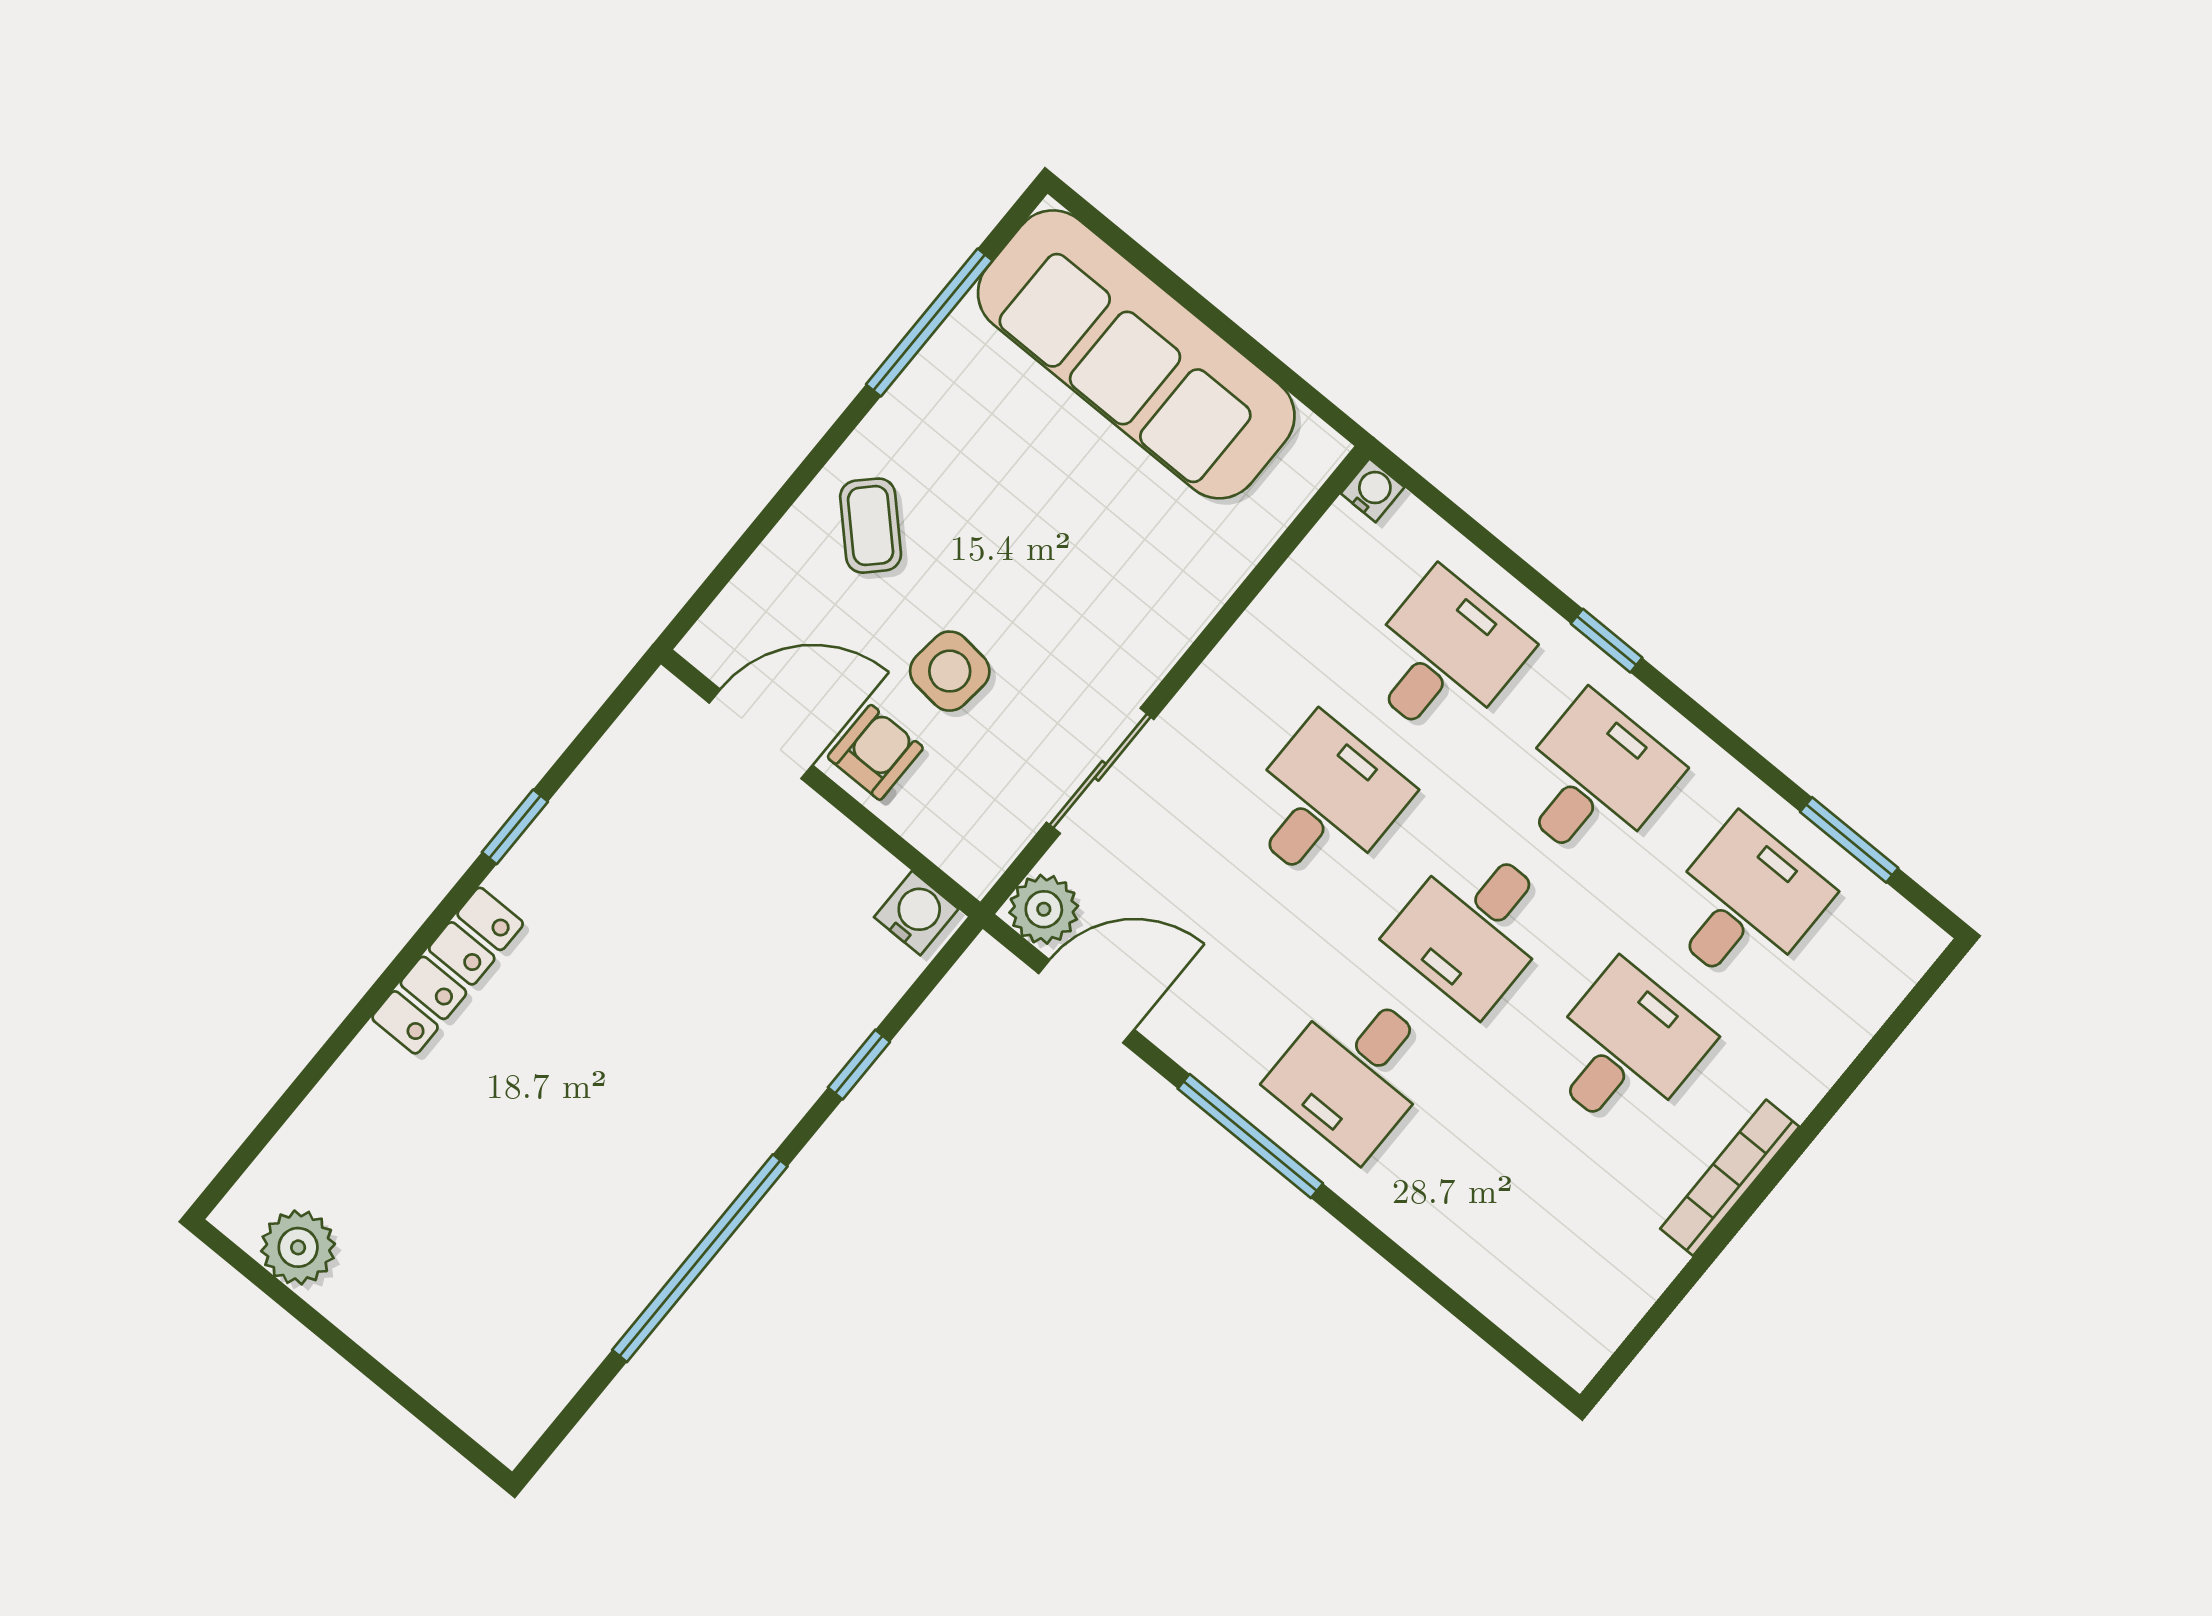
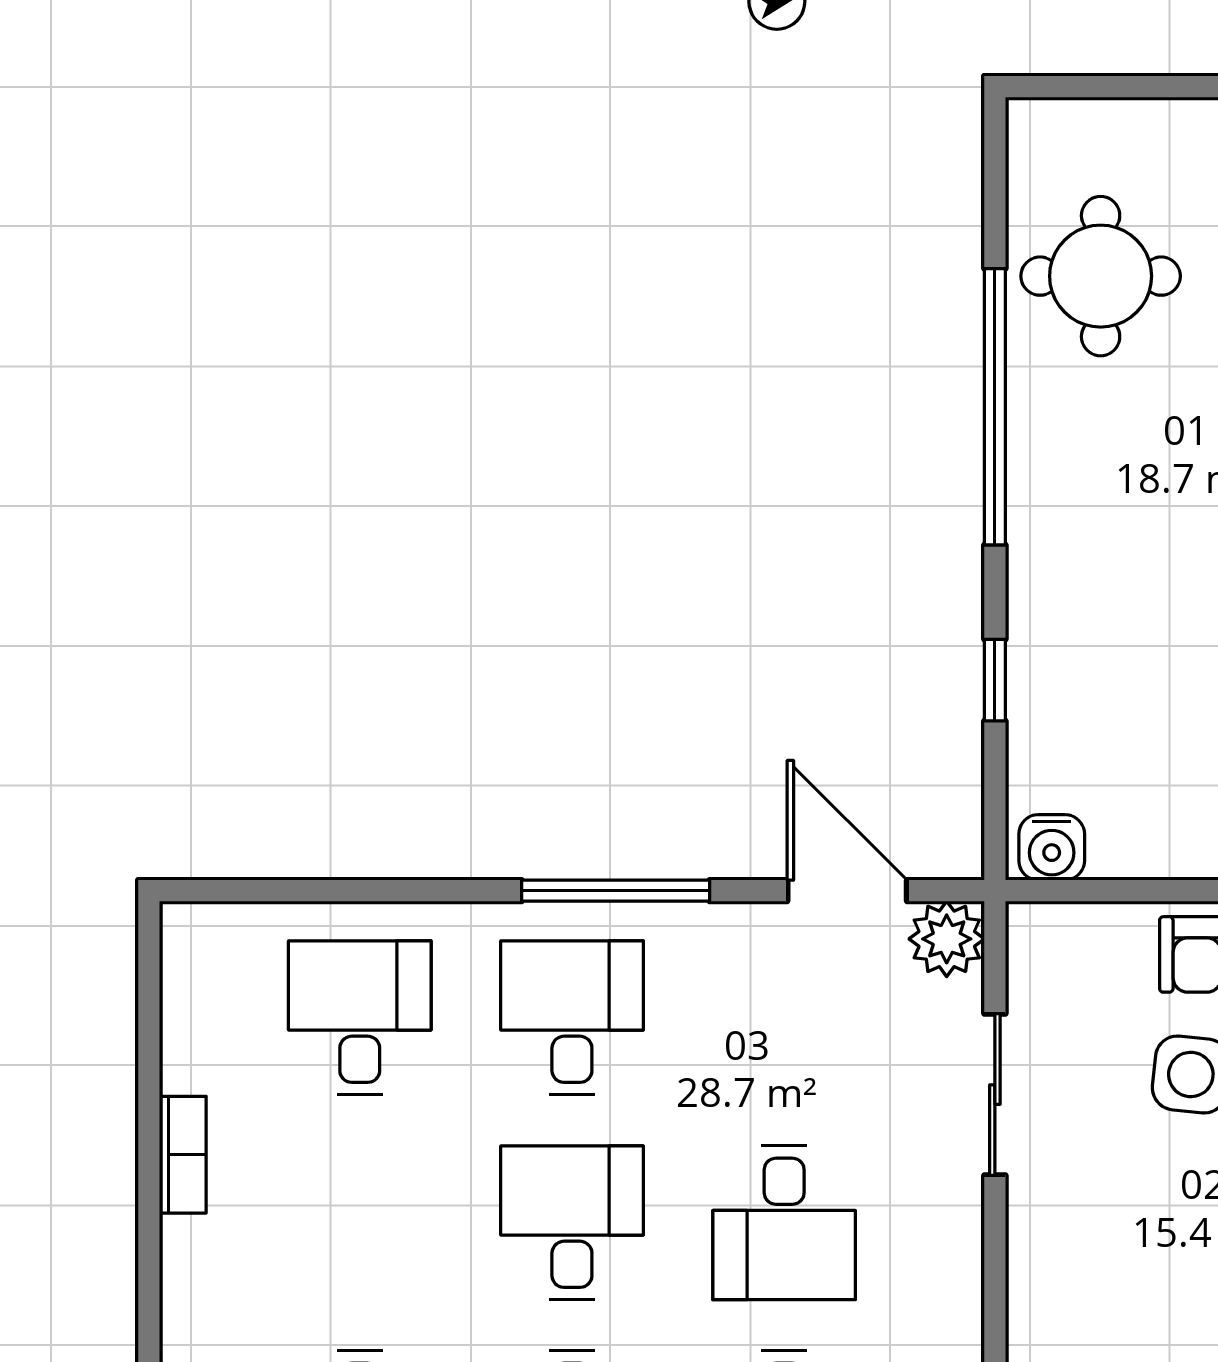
door: (1086, 1001) -> (847, 891), swing flipped
desk: (1625, 1050) -> (360, 1018), moved, turned 180
bookcase: (1730, 1178) -> (183, 1155), width x0.64
round table: (549, 1289) -> (1101, 276), added

